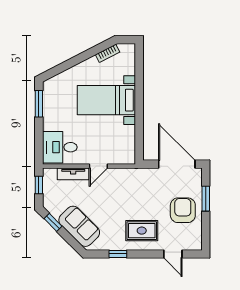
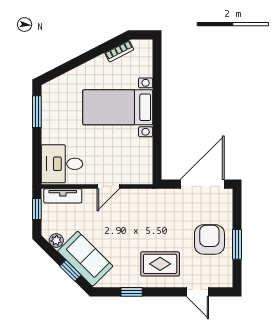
door: (177, 164) -> (202, 184), hinge flipped
tv unit: (73, 174) -> (63, 196), moved
window: (206, 199) -> (237, 244), moved
plant: (55, 211) -> (56, 240), added
window: (53, 222) -> (70, 271), moved

